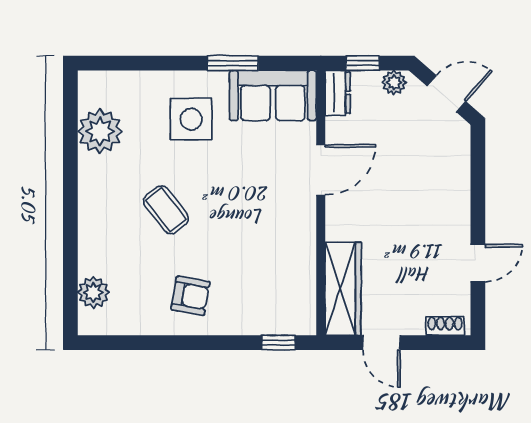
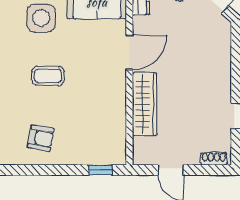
coffee table: (166, 210) -> (48, 76), moved, turned -52
wardrobe: (343, 289) -> (145, 104), moved

